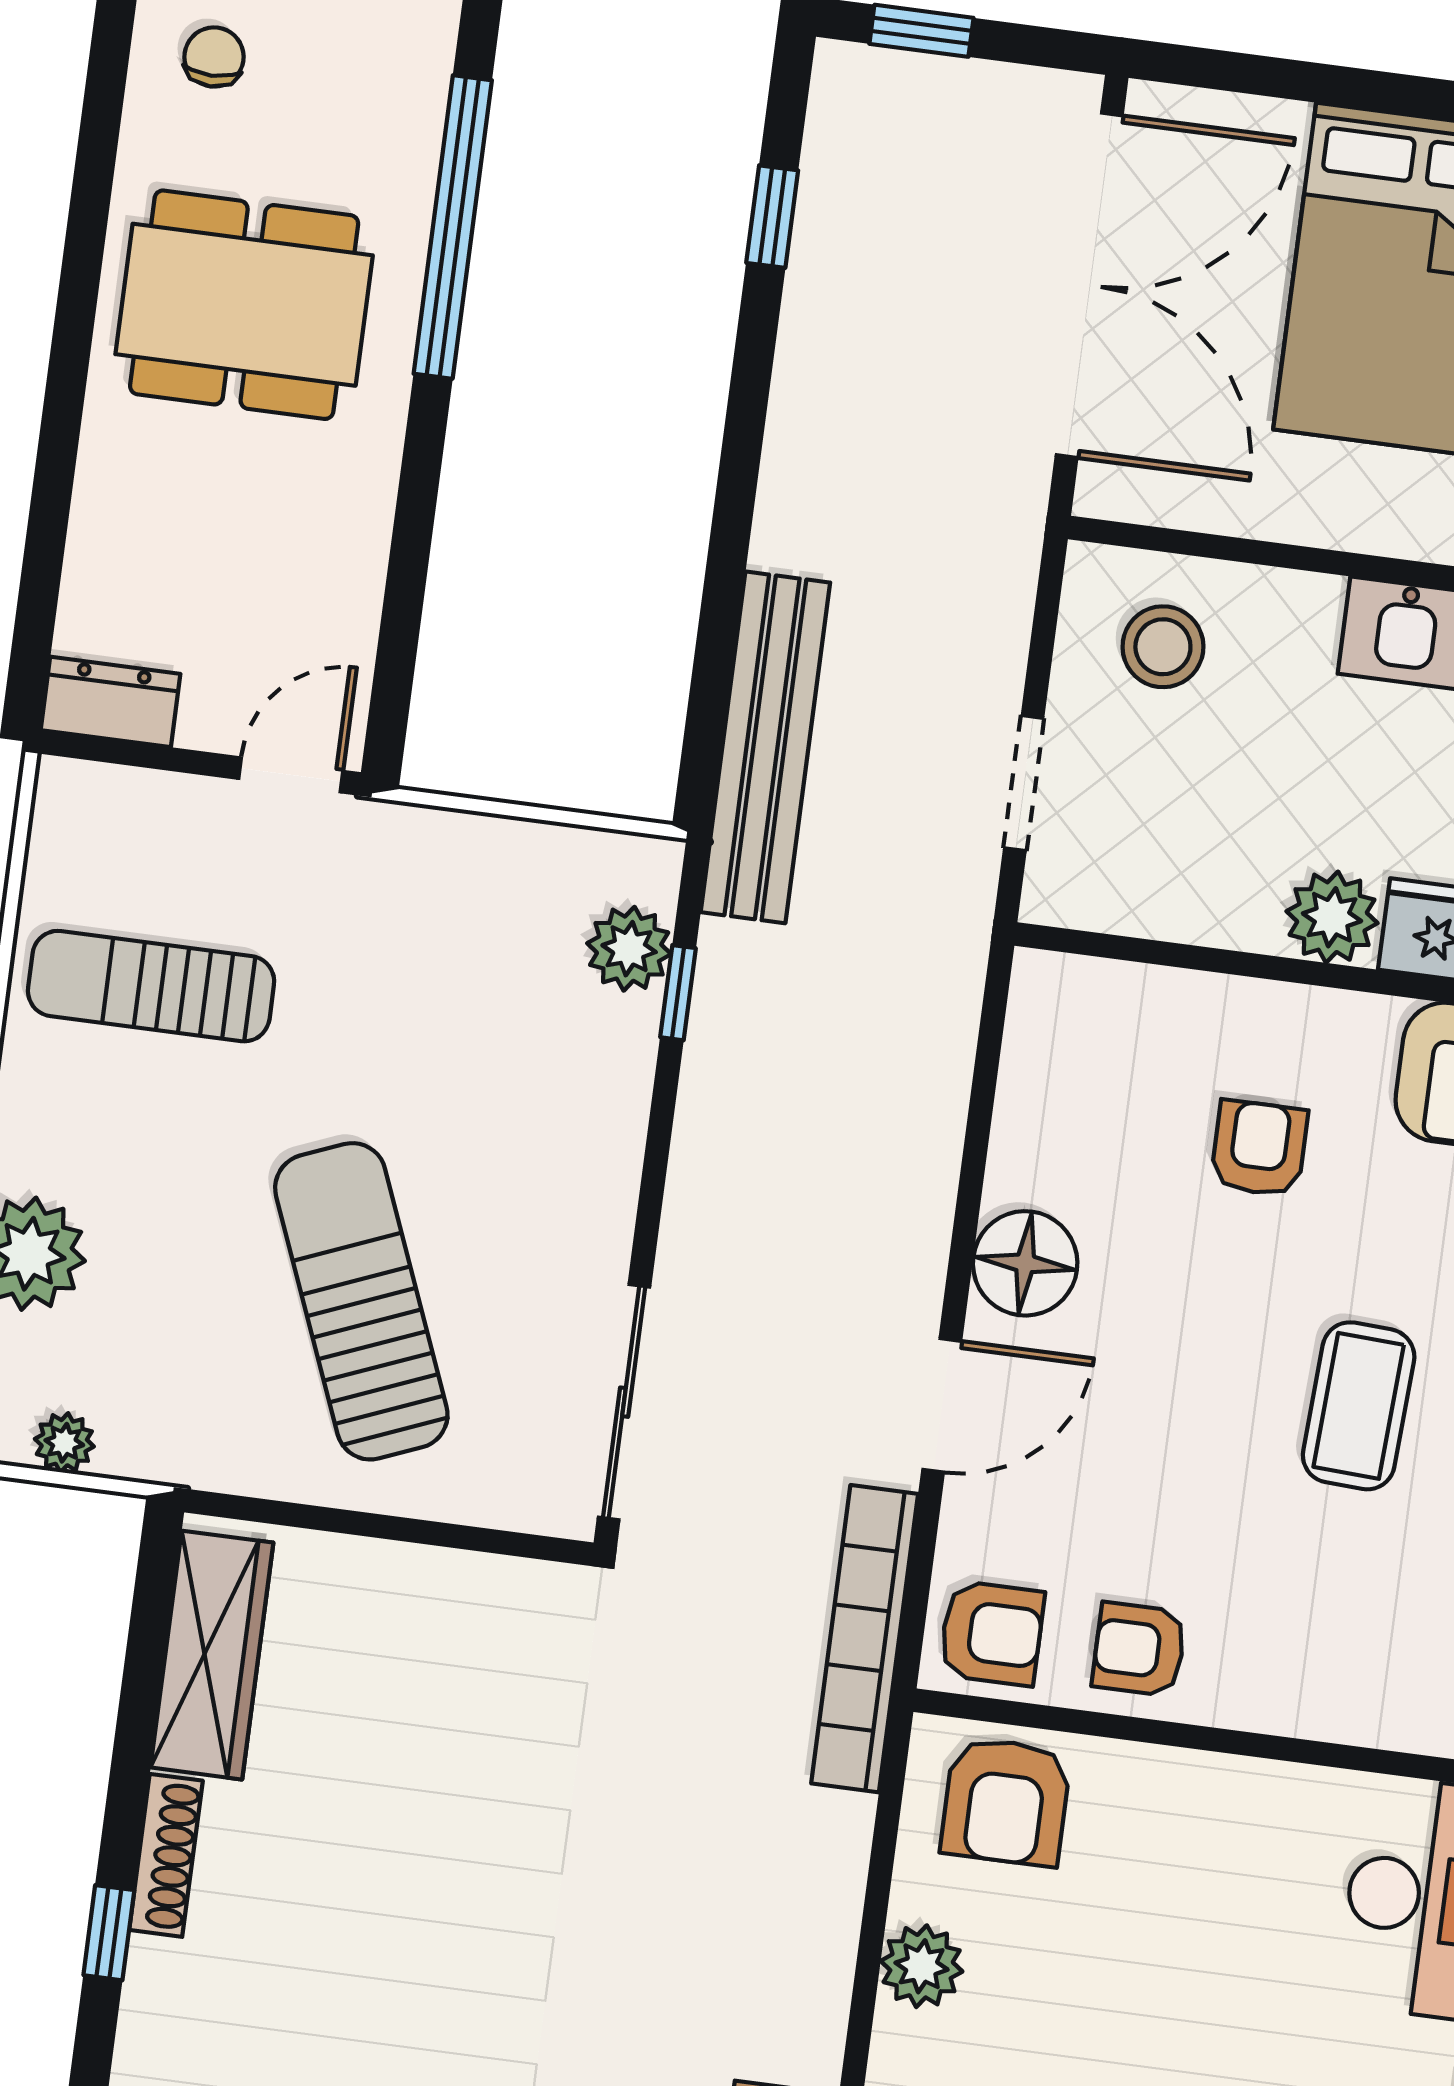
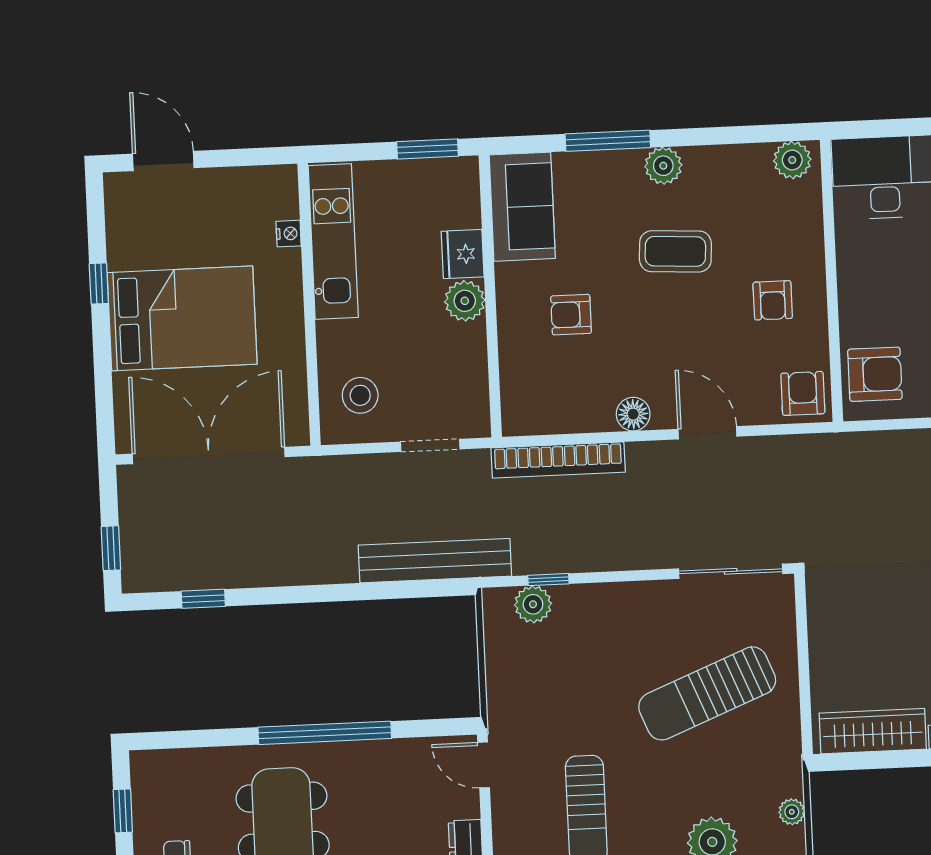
window: (453, 227) -> (325, 733), moved
floor lamp: (1025, 1263) -> (633, 414), width x0.73, depth x0.73
bookcase: (865, 1639) -> (558, 460), moved
armchair: (1139, 1649) -> (773, 300), moved

